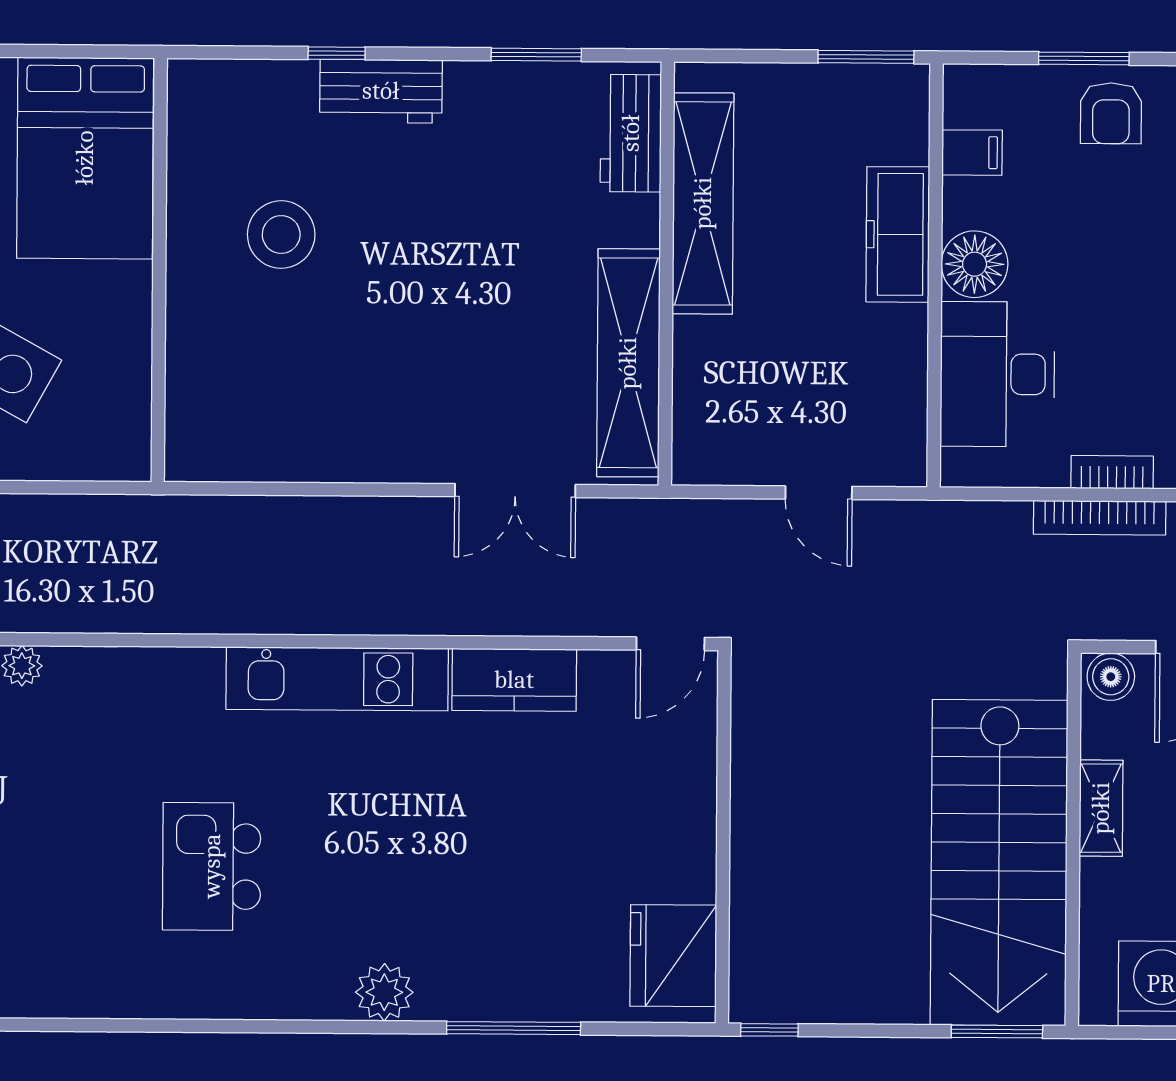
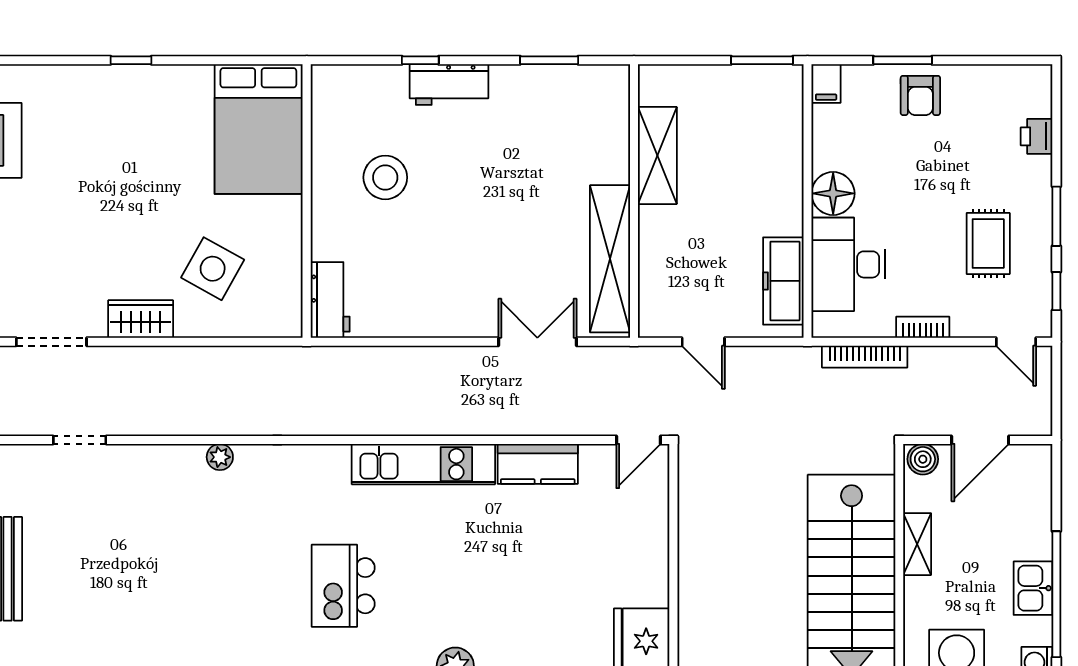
workbench: (631, 133) -> (330, 300), moved, turned 180
filing cabinet: (972, 153) -> (826, 84), moved, turned 90
shelving: (703, 203) -> (657, 155), width x0.68
freezer: (898, 234) -> (783, 281), moved
double door: (515, 491) -> (537, 342), swing flipped
door: (819, 493) -> (703, 342), moved
bookcase: (1100, 518) -> (865, 357), moved

